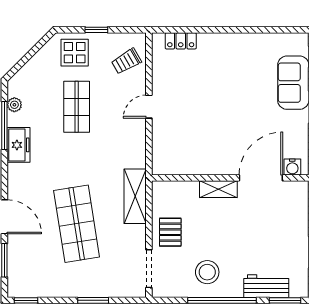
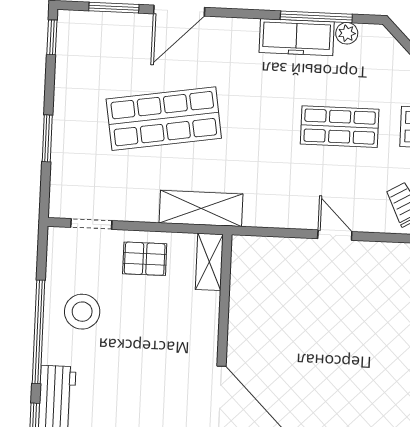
freezer: (19, 145) -> (297, 37), width x1.40
shelving: (218, 189) -> (209, 262), moved
doorway: (149, 269) -> (91, 224), width x0.73

